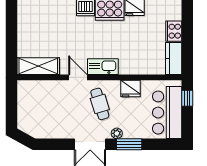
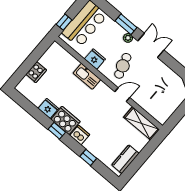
kitchen counter: (174, 58) -> (125, 159), moved, turned 180
kitchen sink: (103, 67) -> (87, 76), moved
door: (78, 77) -> (122, 95), swing flipped

